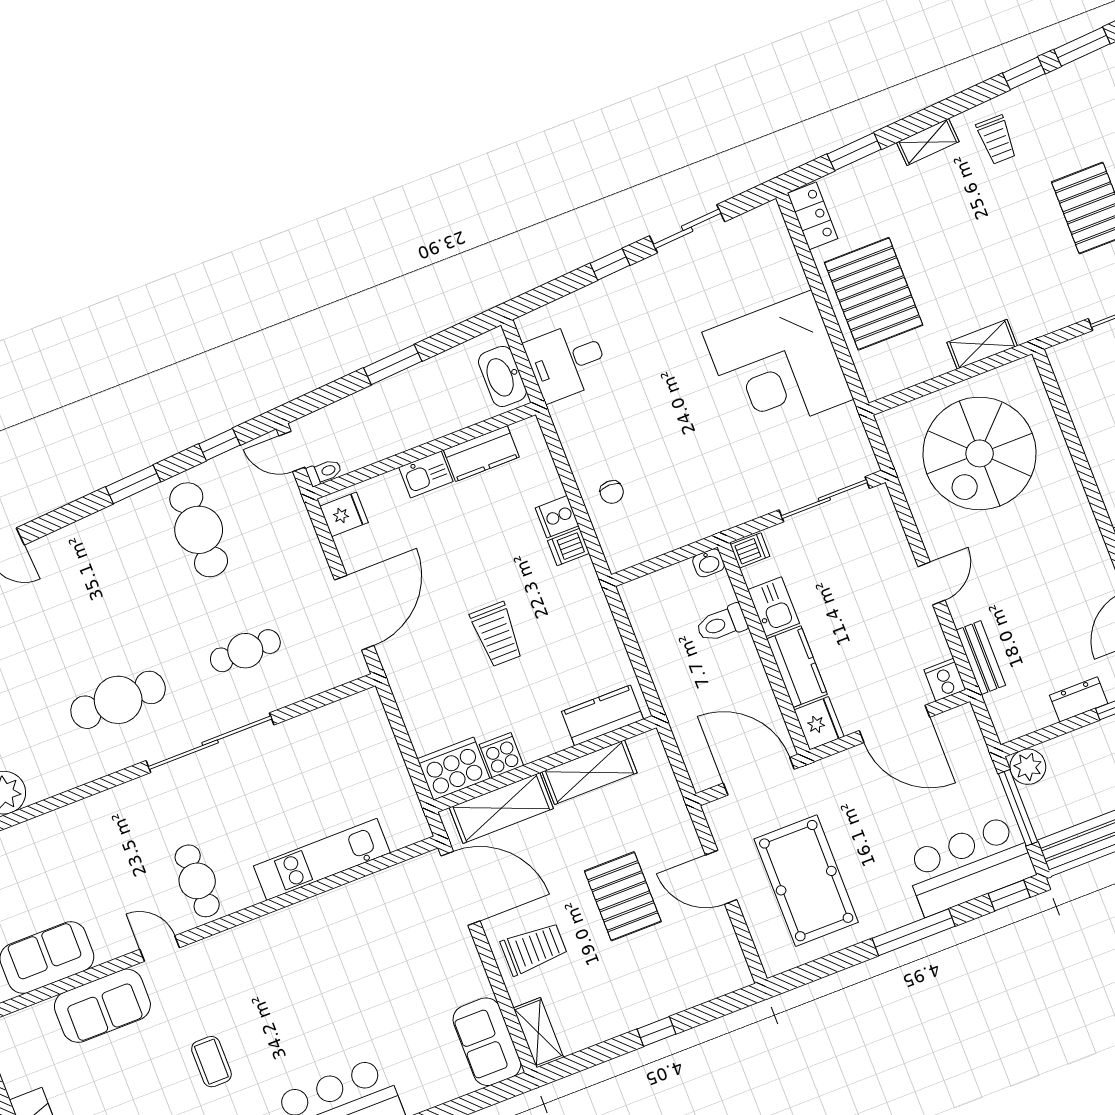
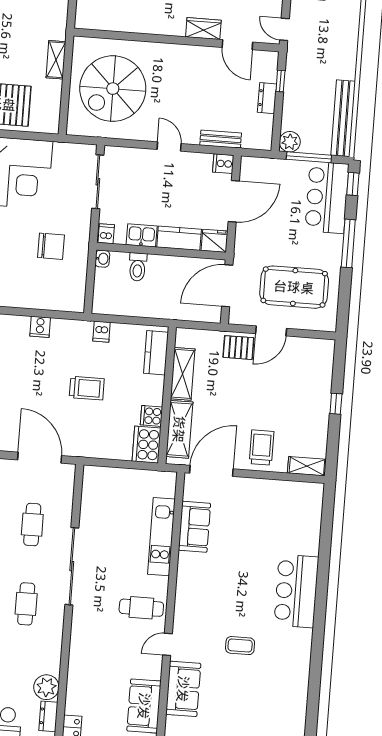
spiral stairs: (980, 453) -> (113, 89), turned 90
chair: (612, 492) -> (51, 246), moved, width x1.87, depth x1.87
dishwasher: (568, 547) -> (101, 332), moved
cafe table: (118, 700) -> (26, 604), width x0.73, depth x0.74
pallet: (623, 896) -> (238, 348), moved, width x0.67, depth x0.71
sofa: (487, 1042) -> (194, 527), moved, turned -90

